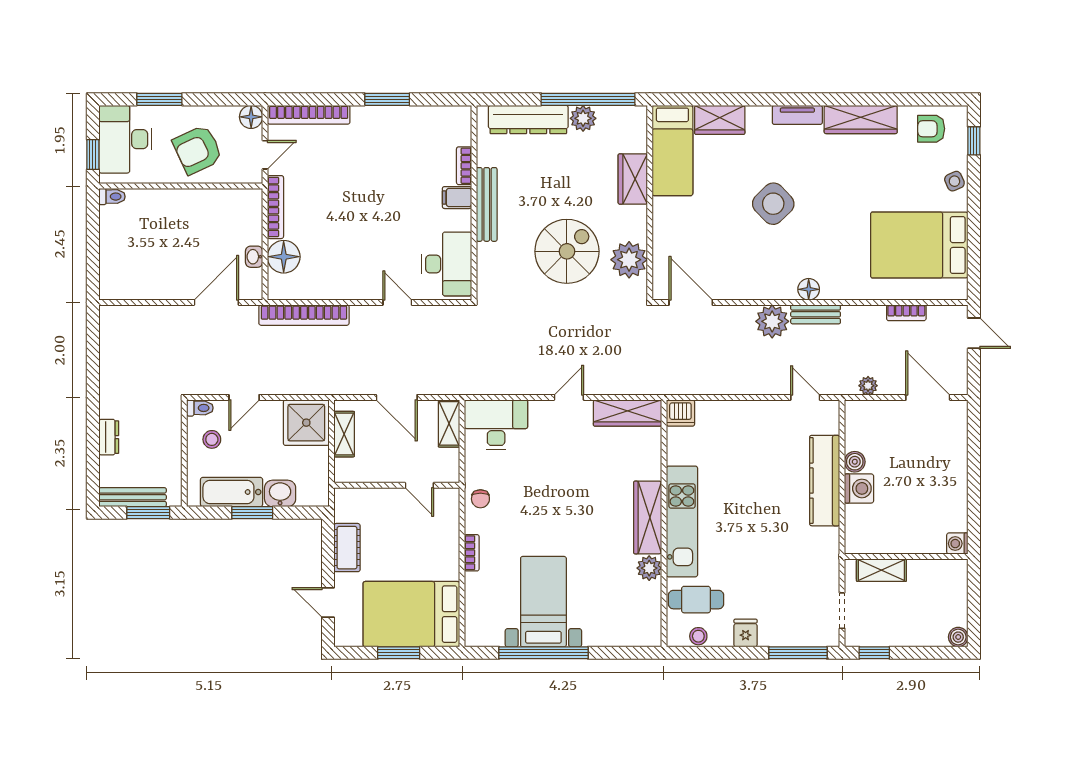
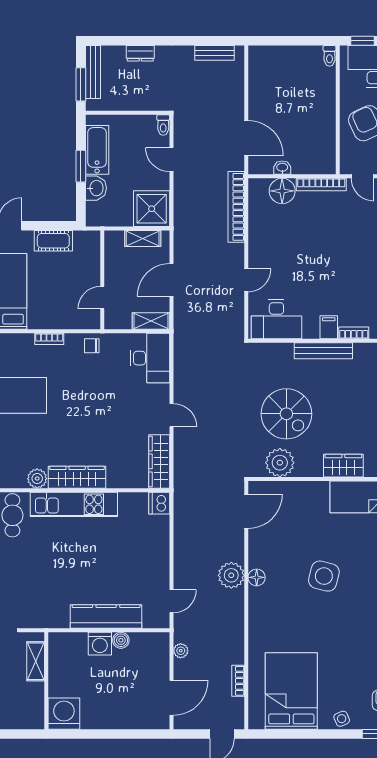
side table: (773, 204) -> (324, 576), turned -32
floor lamp: (809, 289) -> (257, 577), moved
bench: (816, 314) -> (215, 53), moved, turned 90
stool: (212, 439) -> (138, 134), removed
washing machine: (957, 544) -> (64, 714), width x1.89, depth x1.89

